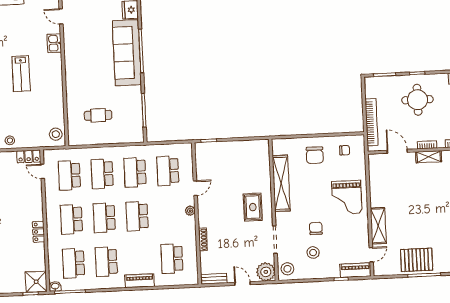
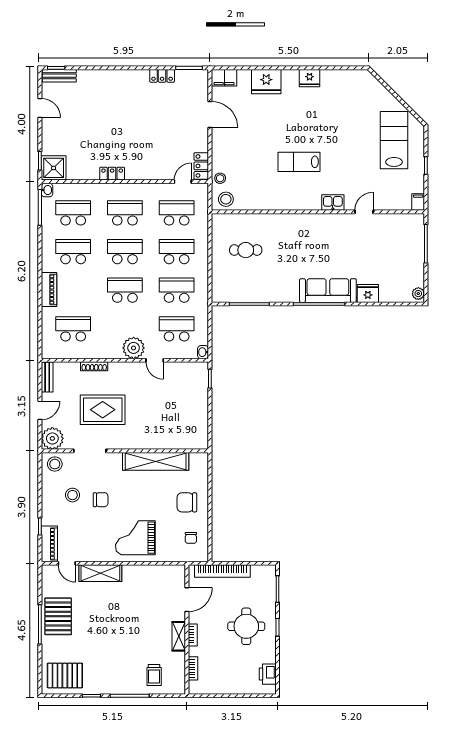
sofa: (127, 53) -> (328, 291), width x0.74, depth x0.79
cafe table: (98, 115) -> (246, 250), turned 90
stool: (10, 140) -> (220, 178), moved
washbasin: (186, 147) -> (203, 352), added
rug: (253, 207) -> (103, 410), moved, width x1.36, depth x1.43
plant: (190, 211) -> (134, 348), width x1.88, depth x1.88

